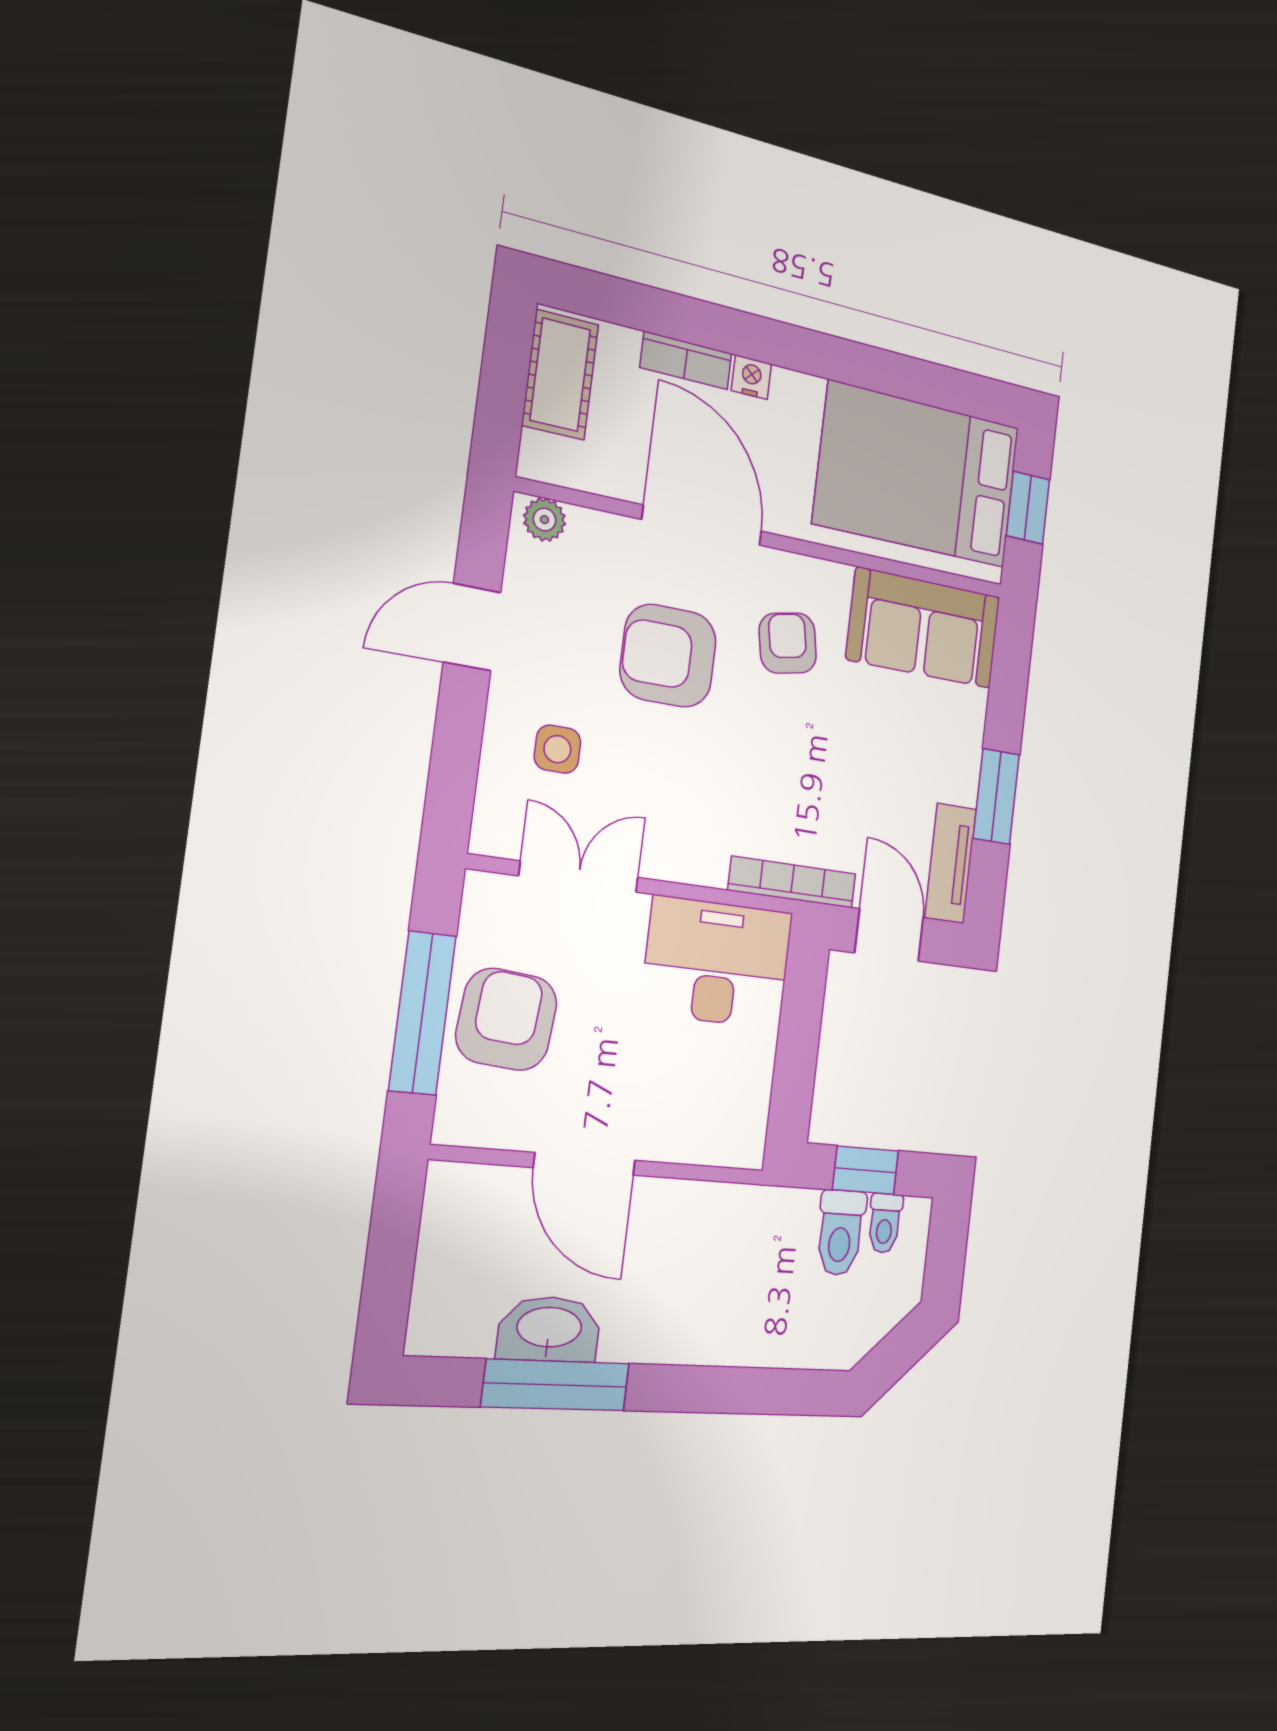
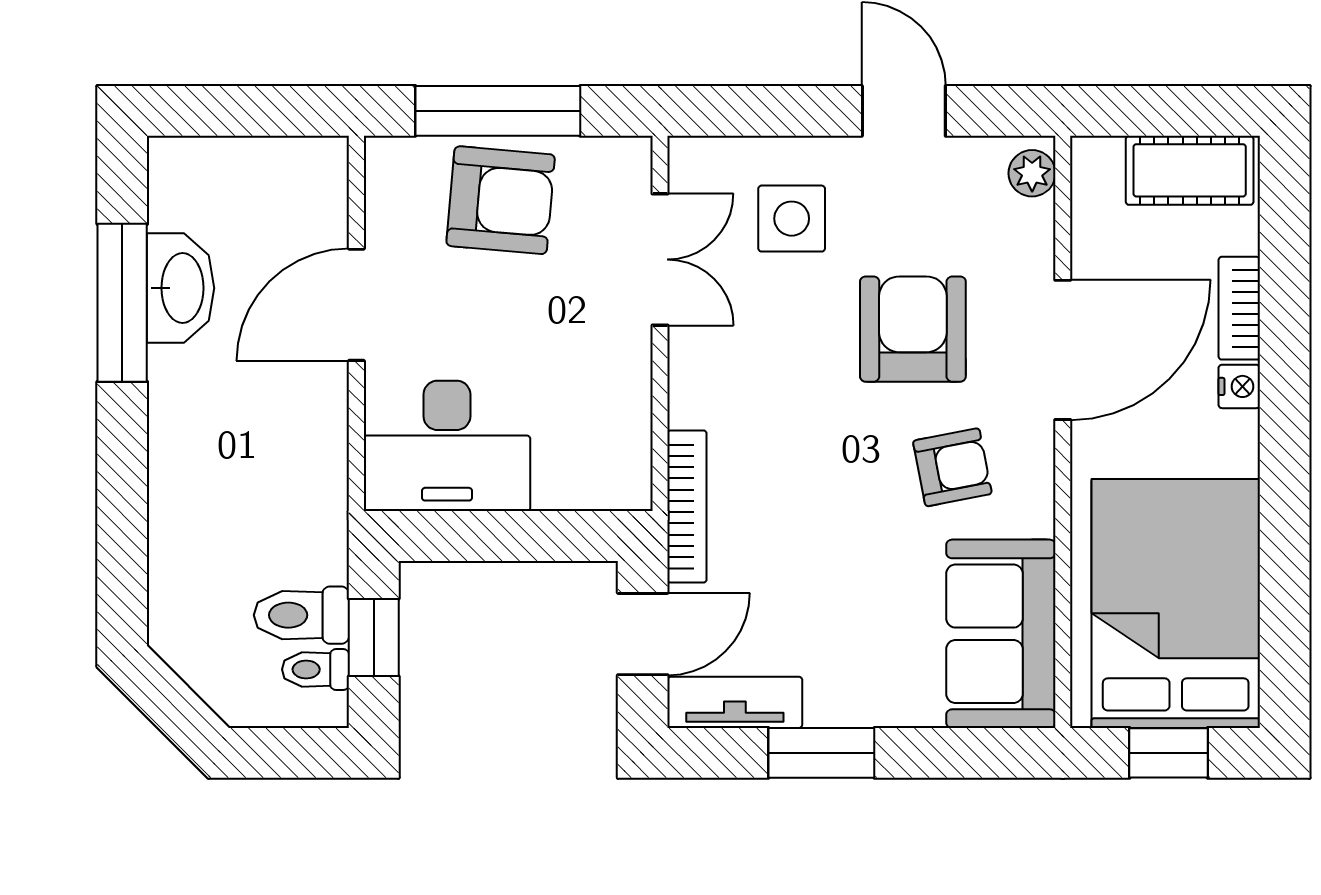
side table: (557, 749) -> (792, 219), width x1.37, depth x1.37
desk: (717, 962) -> (447, 446), moved, turned 90

